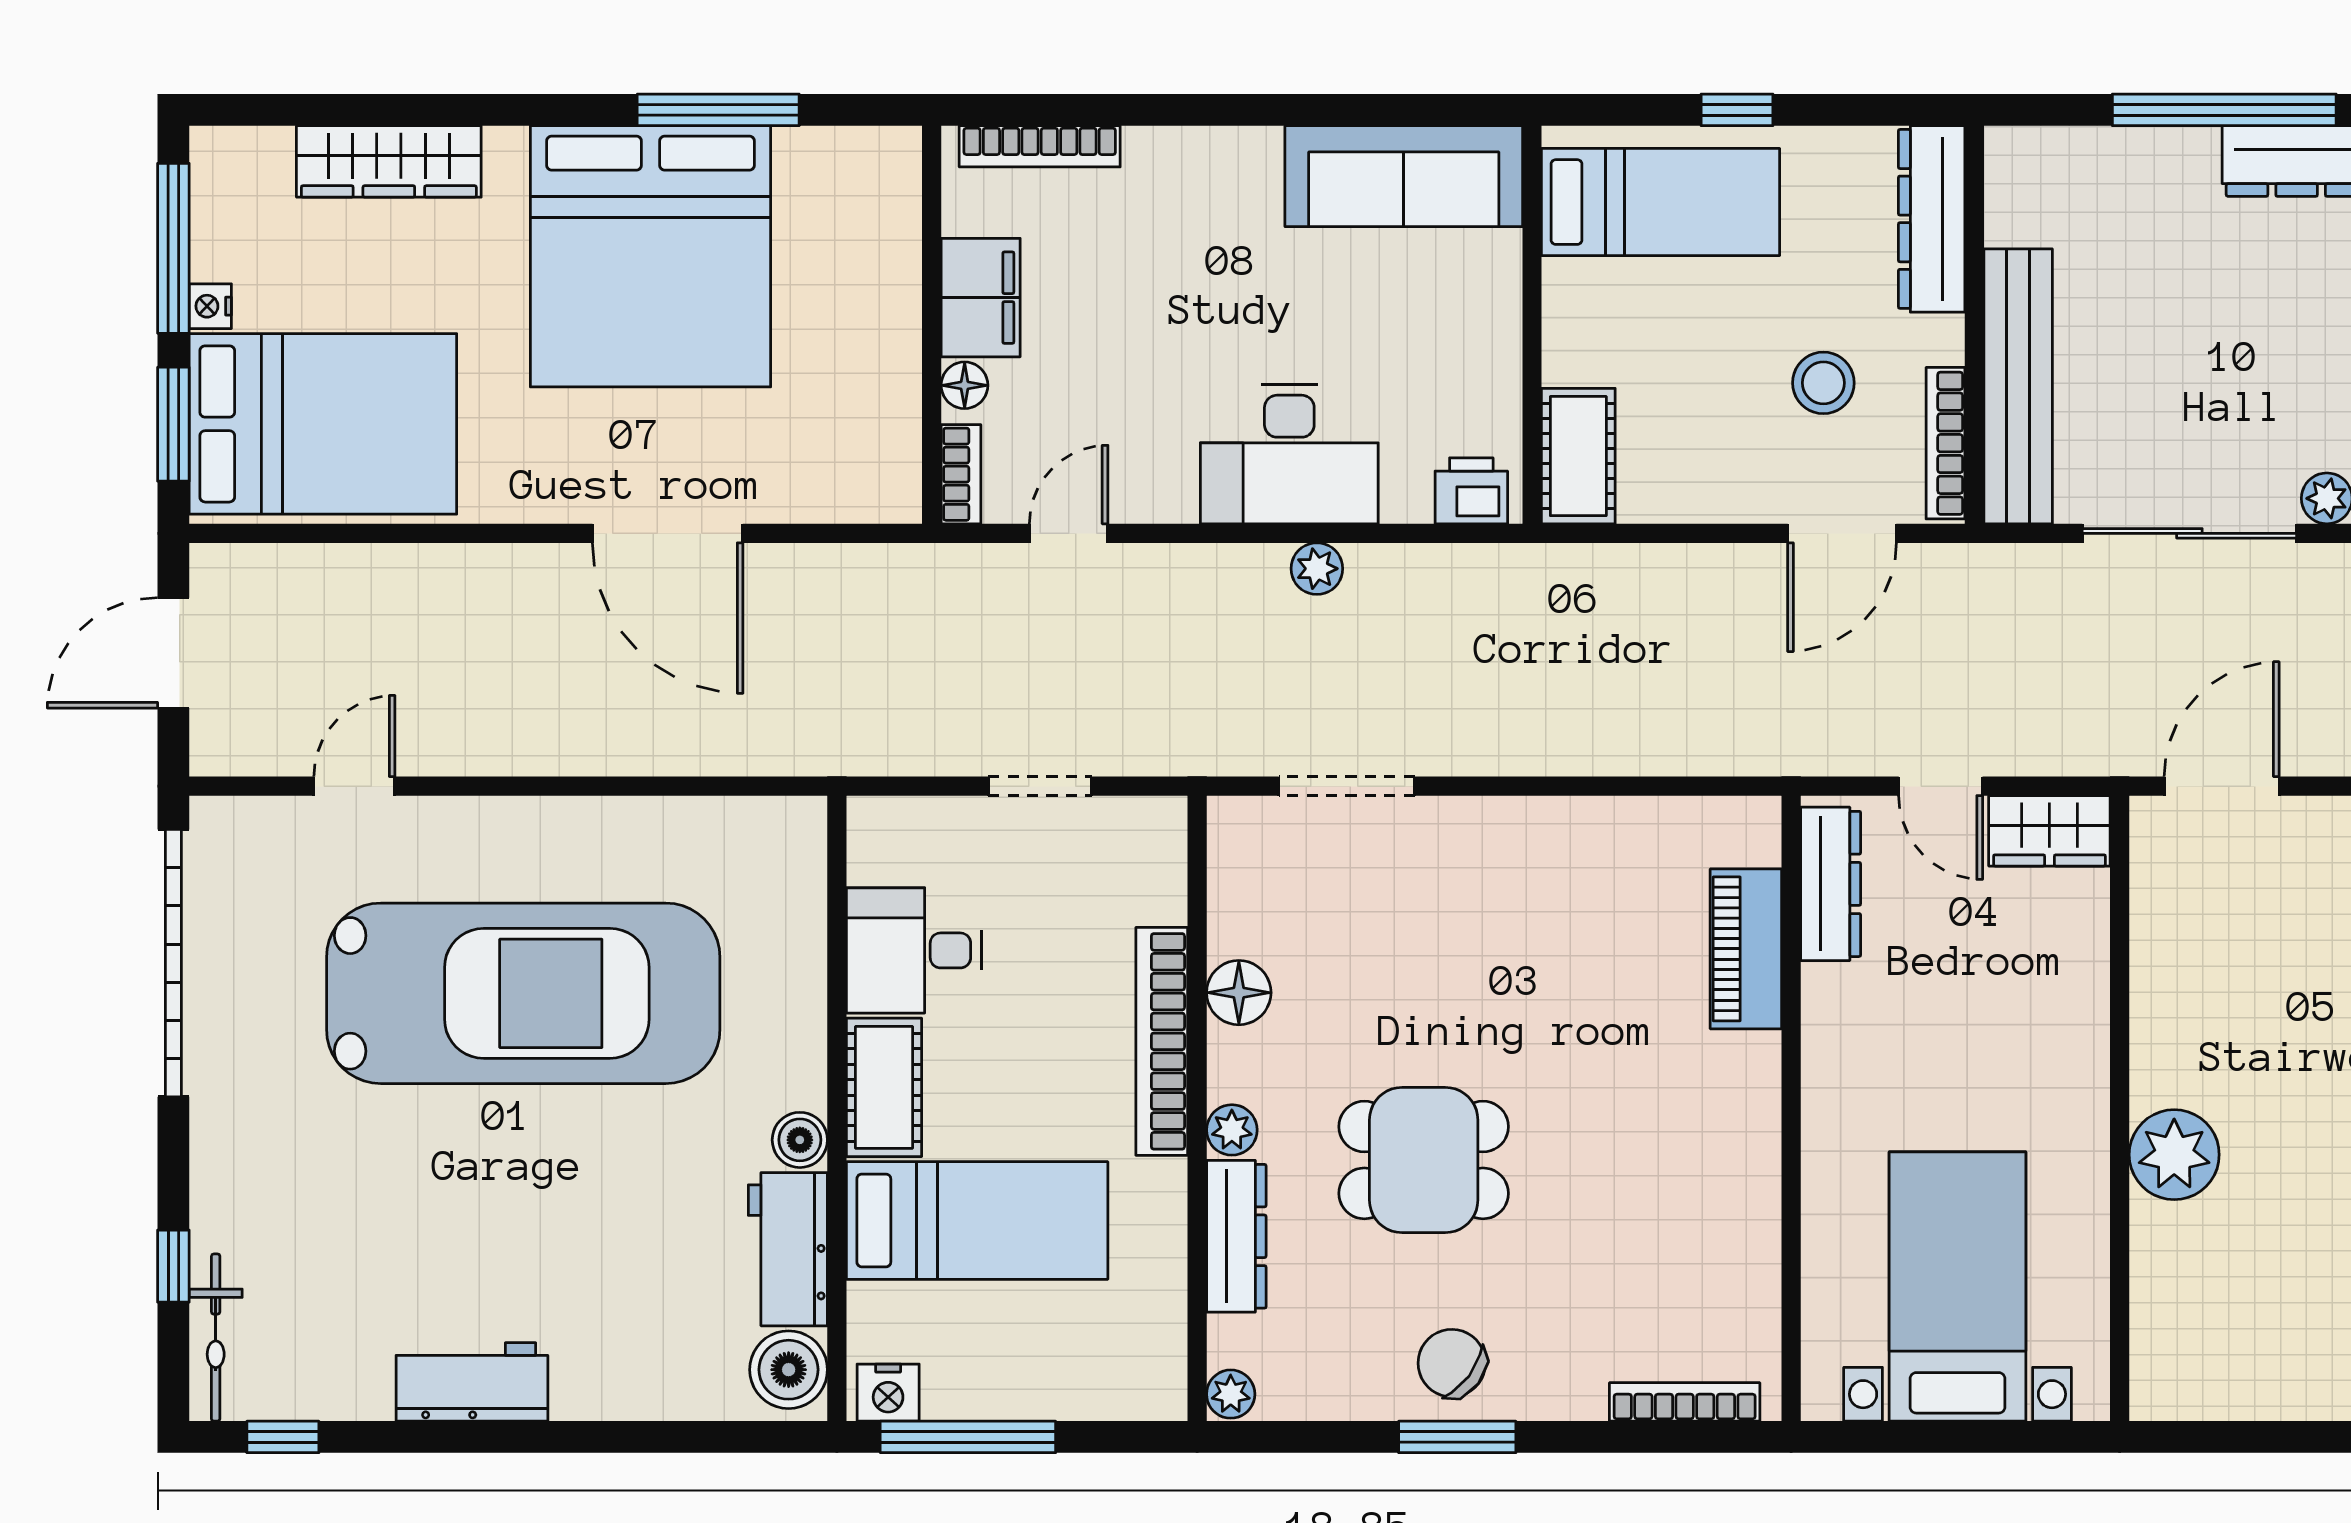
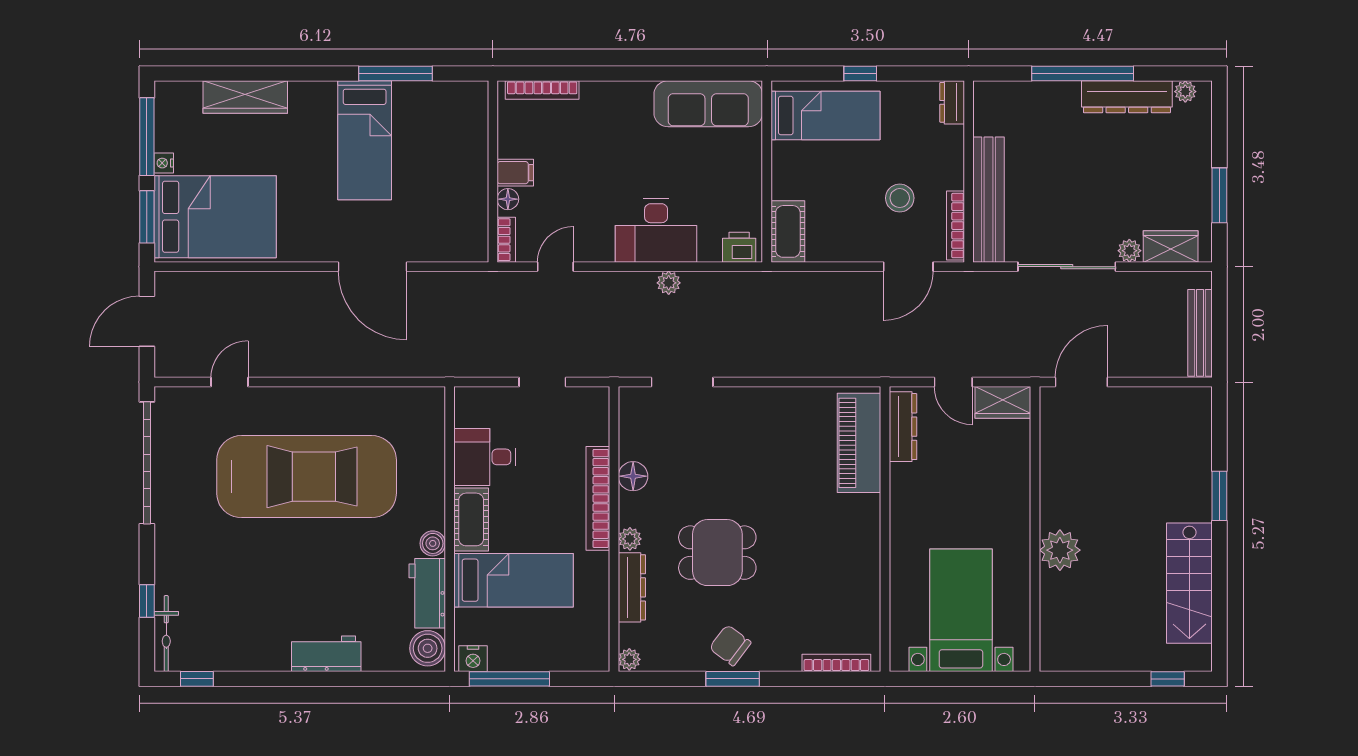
dresser: (1932, 219) -> (952, 102), width x0.51, depth x0.80
bed: (651, 256) -> (365, 140), width x0.49
filing cabinet: (981, 298) -> (515, 173), width x0.50
piano: (1746, 949) -> (859, 443), width x1.37, depth x1.33
workbench: (472, 1382) -> (326, 654), moved

